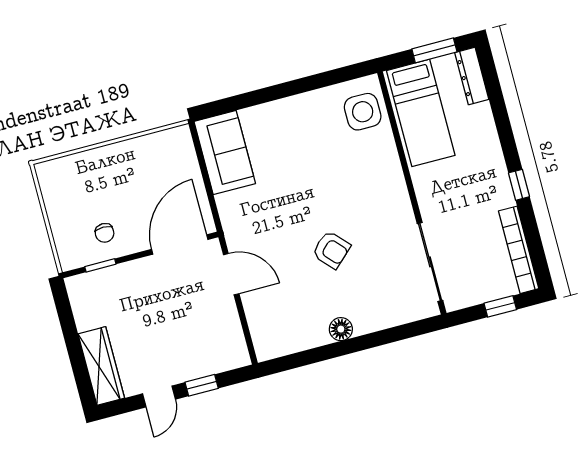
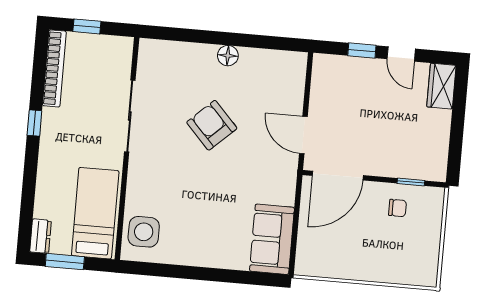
dresser: (472, 76) -> (40, 236), width x0.70
chair: (105, 233) -> (397, 208), turned 90
armchair: (331, 250) -> (212, 125), width x1.38, depth x1.38
sliding door: (430, 262) -> (130, 116), moved
wardrobe: (101, 366) -> (441, 86), width x0.67
door: (159, 397) -> (401, 54), swing flipped

